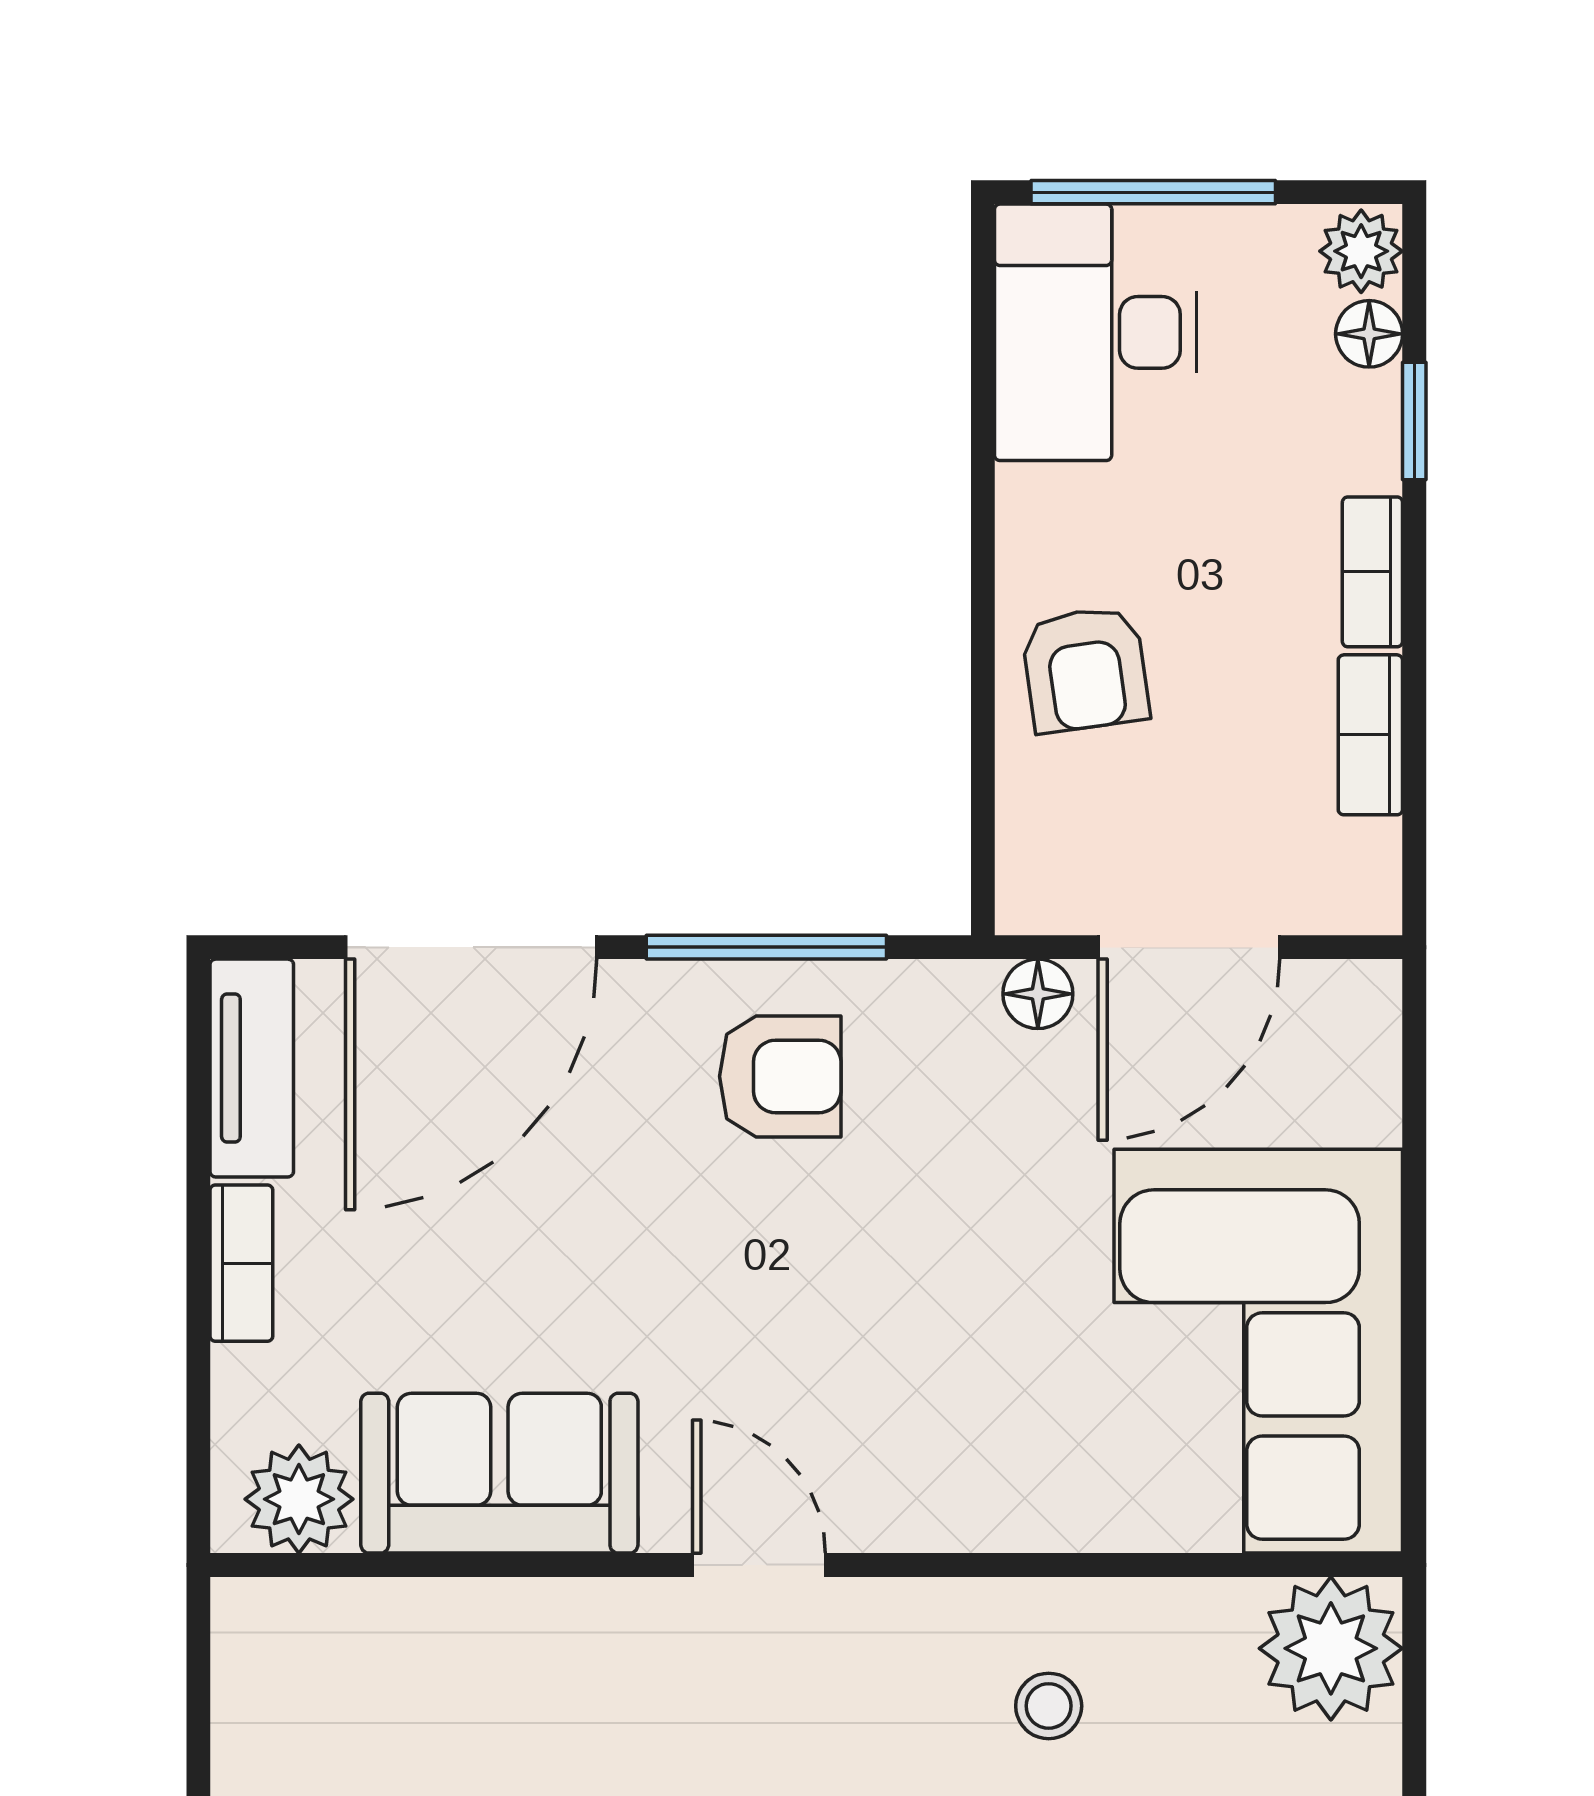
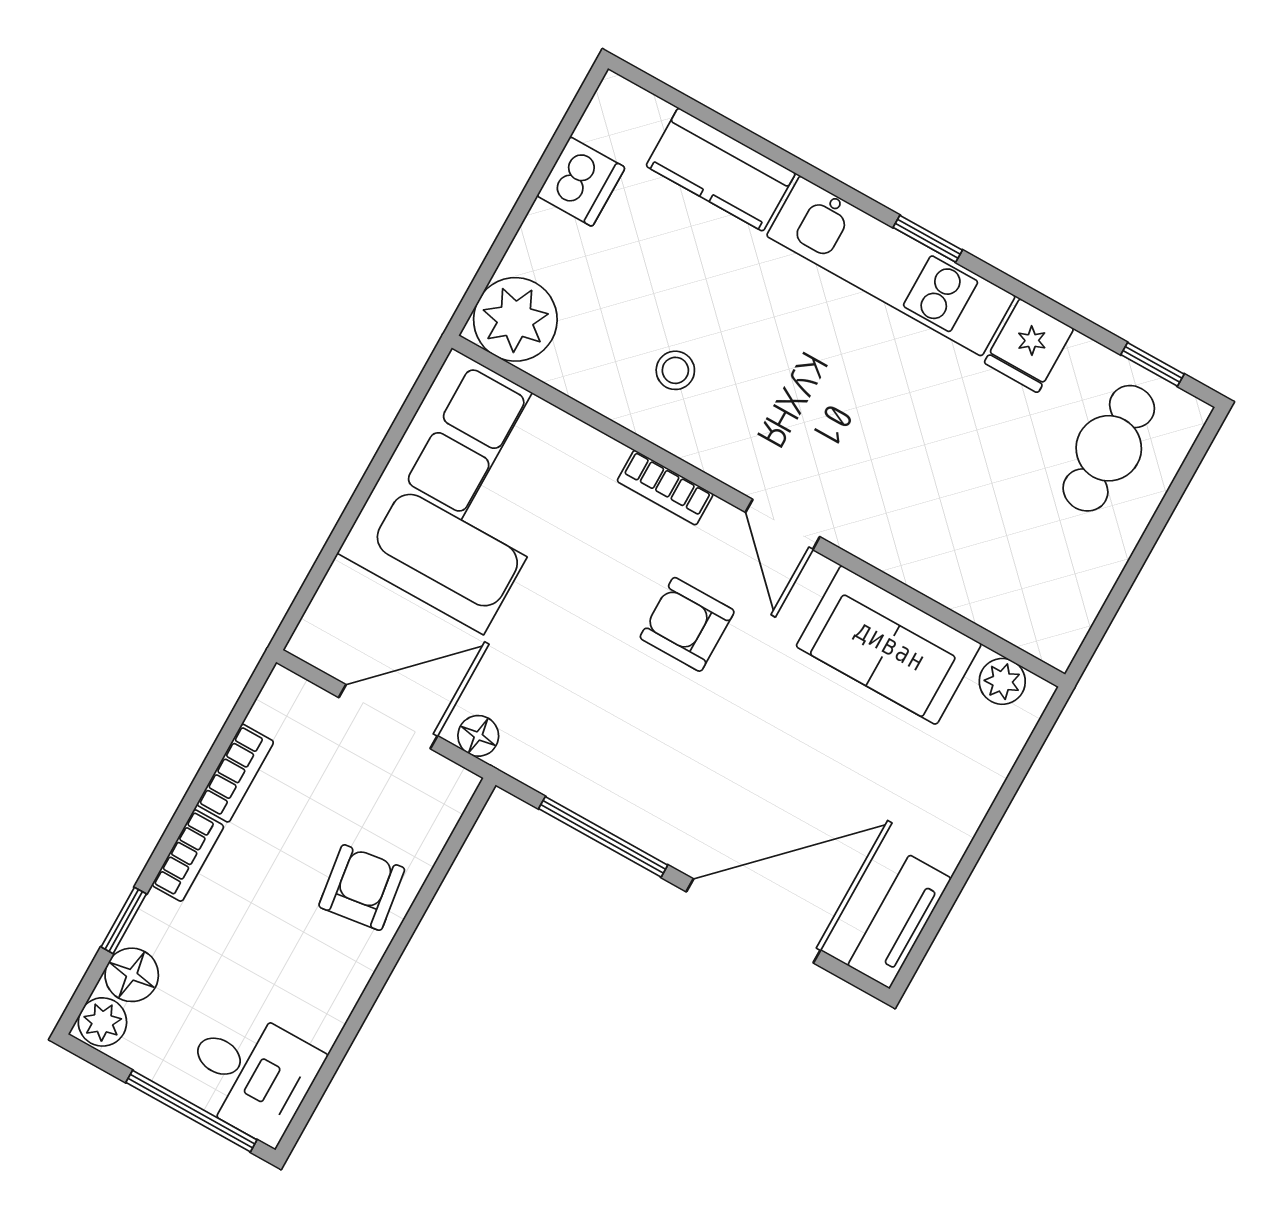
desk: (1095, 332) -> (251, 1074), width x0.73
floor lamp: (1369, 334) -> (132, 975), width x1.37, depth x1.37
armchair: (780, 1076) -> (687, 624), moved
bookcase: (241, 1263) -> (665, 488), moved, turned -90
plant: (299, 1499) -> (1002, 681), width x0.73, depth x0.73

